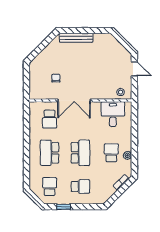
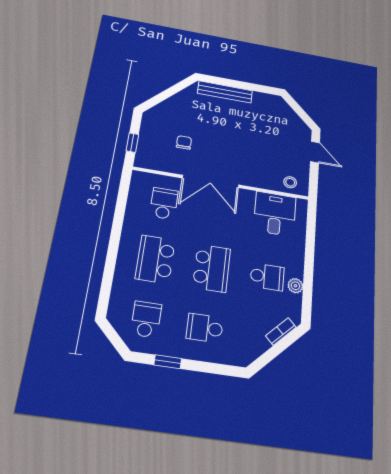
window: (26, 84) -> (132, 143), added
school desk: (50, 119) -> (164, 203), turned 180
school desk: (111, 153) -> (267, 277), turned 90
school desk: (80, 187) -> (205, 328), turned 180

